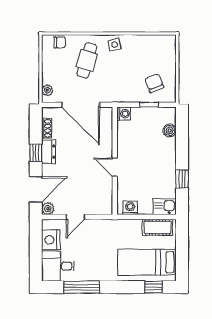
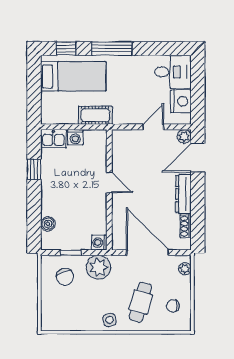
chair: (60, 42) -> (173, 306), moved
plant: (124, 92) -> (98, 267), added
dresser: (48, 152) -> (183, 194), width x1.44
window: (36, 153) -> (198, 199), removed
washing machine: (130, 208) -> (75, 137), moved
cot: (157, 227) -> (95, 115), moved
window: (82, 287) -> (112, 48), moved

